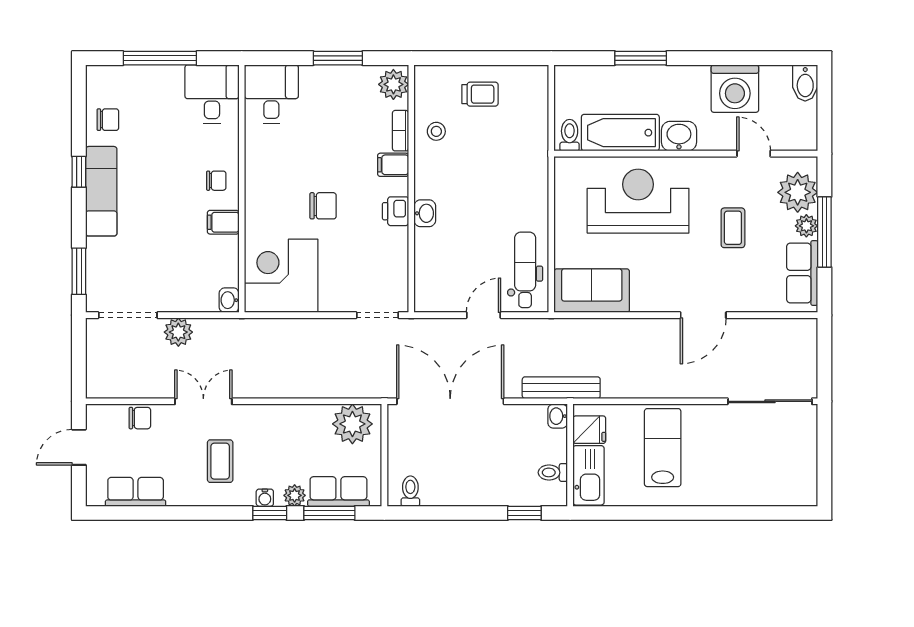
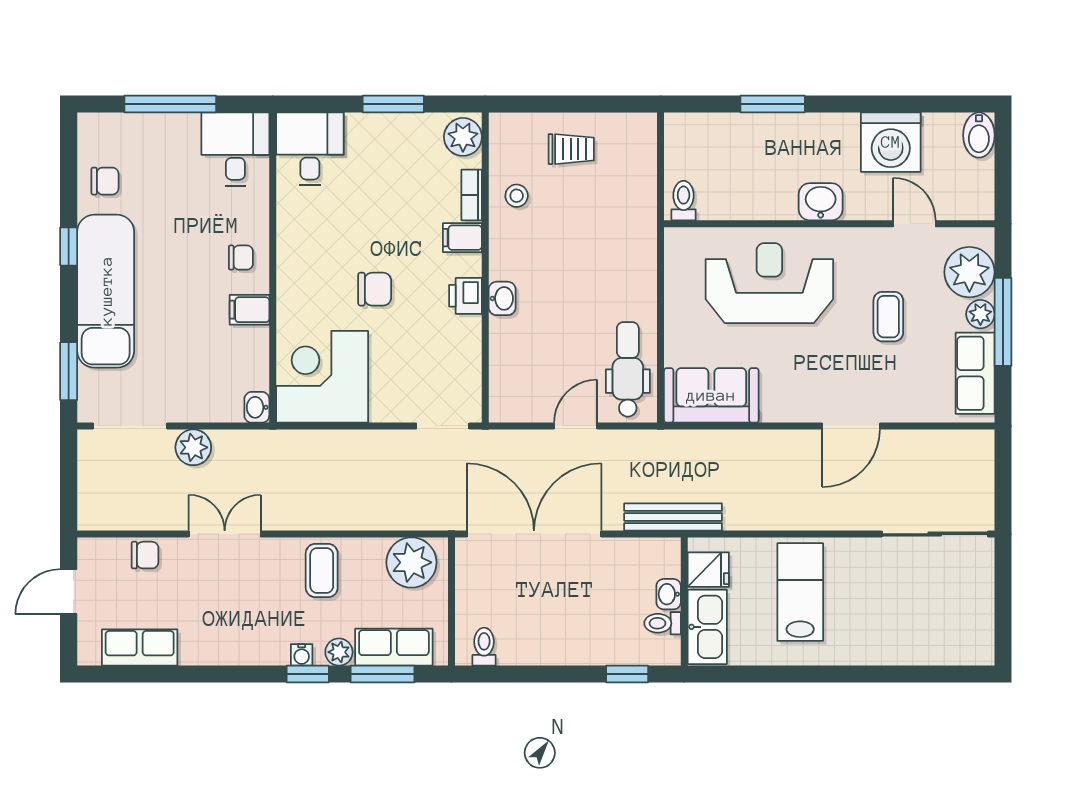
bathtub: (620, 133) -> (747, 197), removed
exam couch: (101, 191) -> (106, 291), width x1.36, depth x1.45
washbasin: (558, 416) -> (669, 594), moved
coffee table: (220, 461) -> (322, 571), moved

